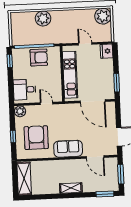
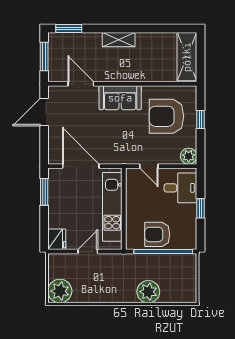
door: (85, 44) -> (88, 251), swing flipped
window: (10, 61) -> (200, 208), moved
armchair: (36, 138) -> (166, 116), turned 90

